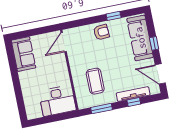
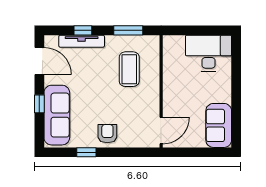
armchair: (101, 32) -> (107, 134), turned 94
desk: (57, 101) -> (209, 53), moved

